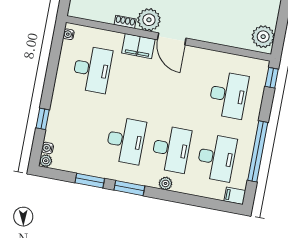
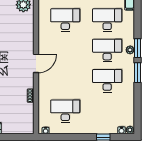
plant: (149, 20) -> (26, 80), removed
filing cabinet: (138, 46) -> (45, 84), removed
window: (90, 181) -> (137, 48), moved

